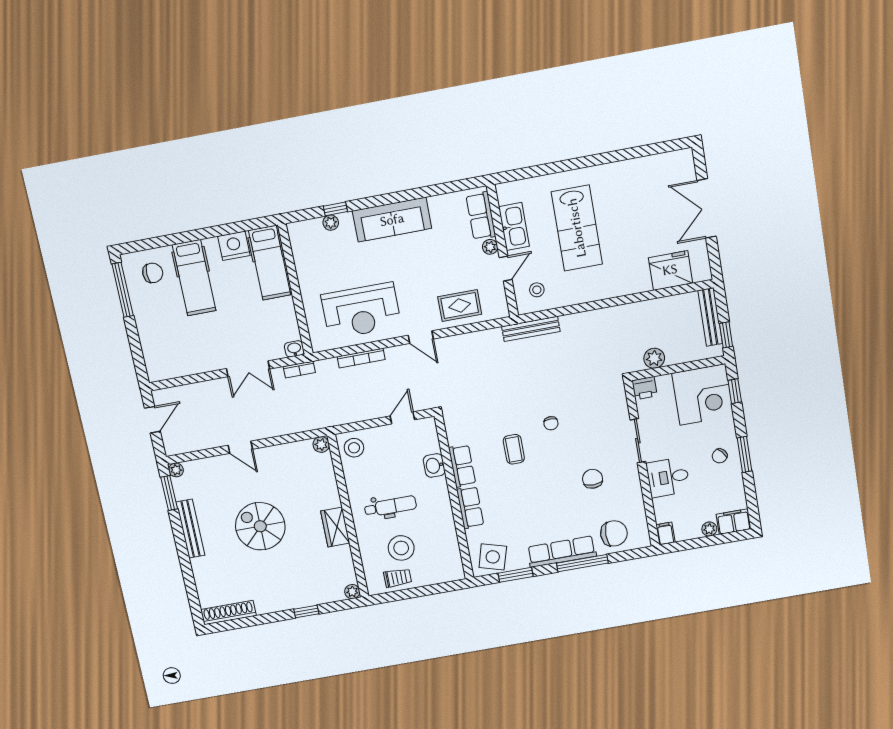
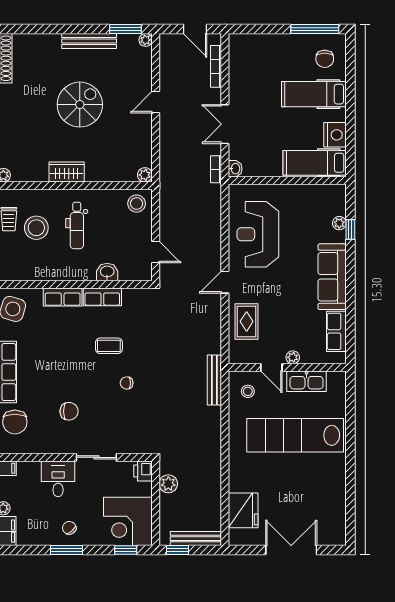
row of seats: (481, 216) -> (336, 331), moved, turned -90
lab bench: (577, 228) -> (295, 435), width x1.36
bookcase: (361, 358) -> (216, 66), moved

